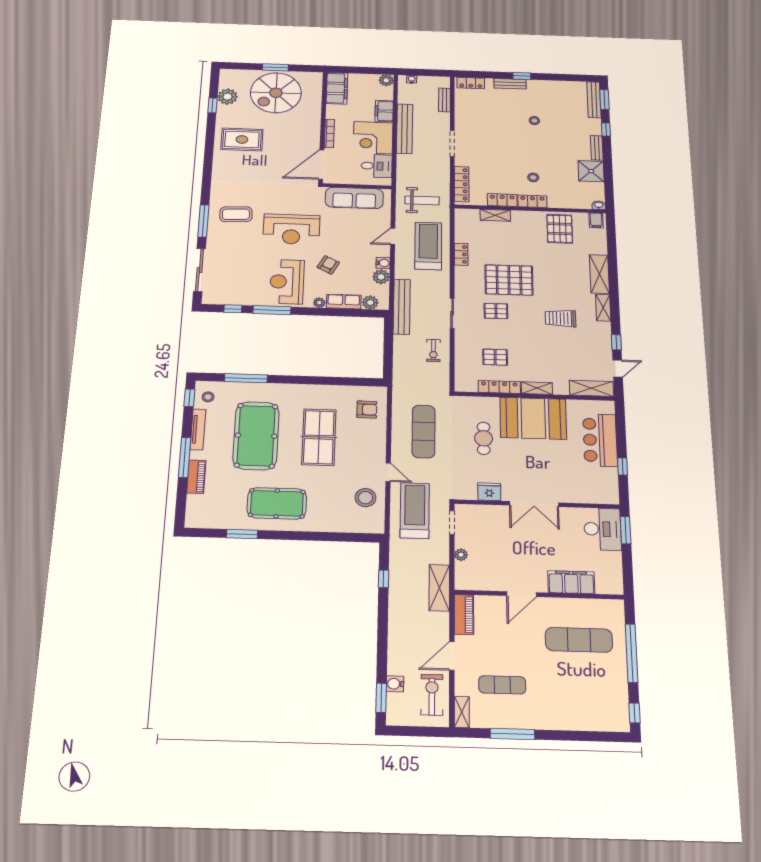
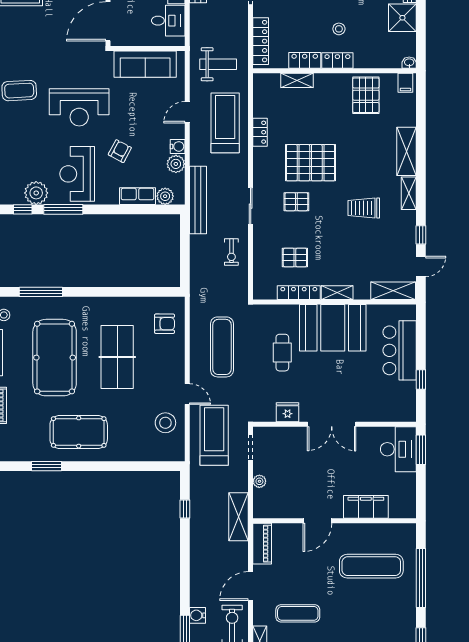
plant: (319, 303) -> (36, 193), moved, width x1.88, depth x1.88

